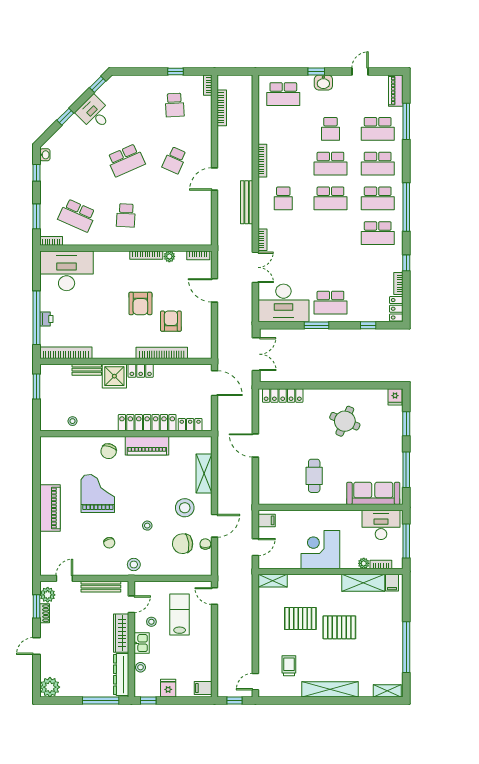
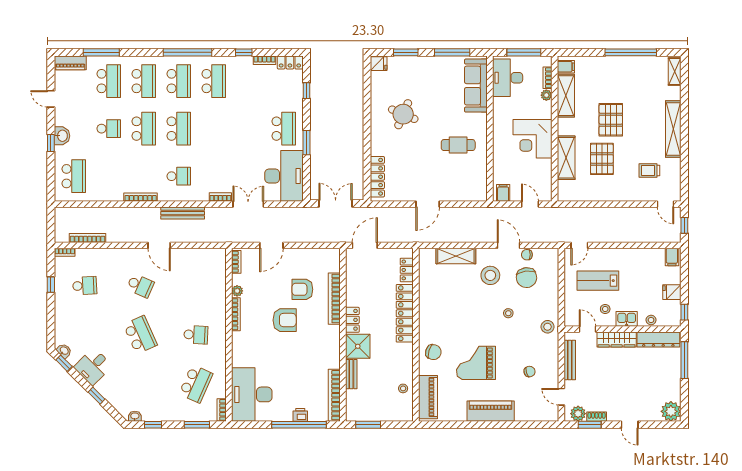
washbasin: (110, 84) -> (64, 351), added
piano: (147, 446) -> (428, 397), moved
chair: (109, 543) -> (530, 372), moved
shelving: (273, 581) -> (566, 158), moved, width x1.50, depth x1.33

